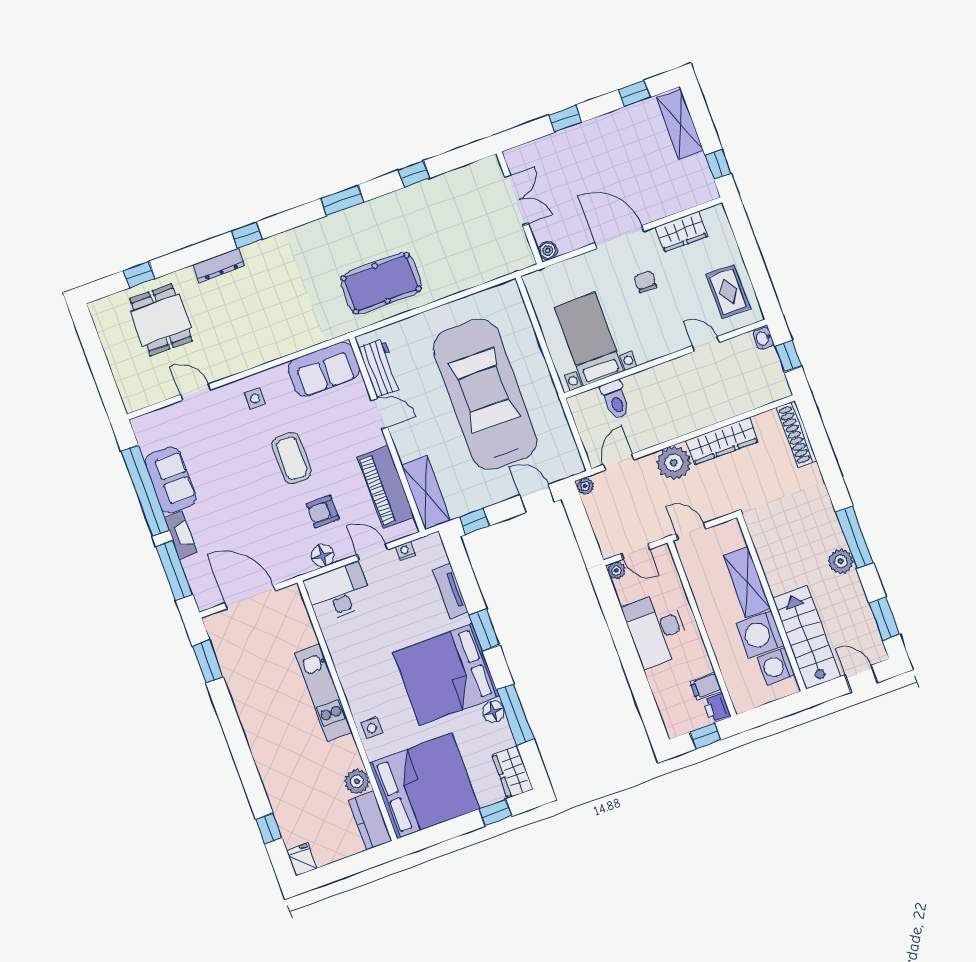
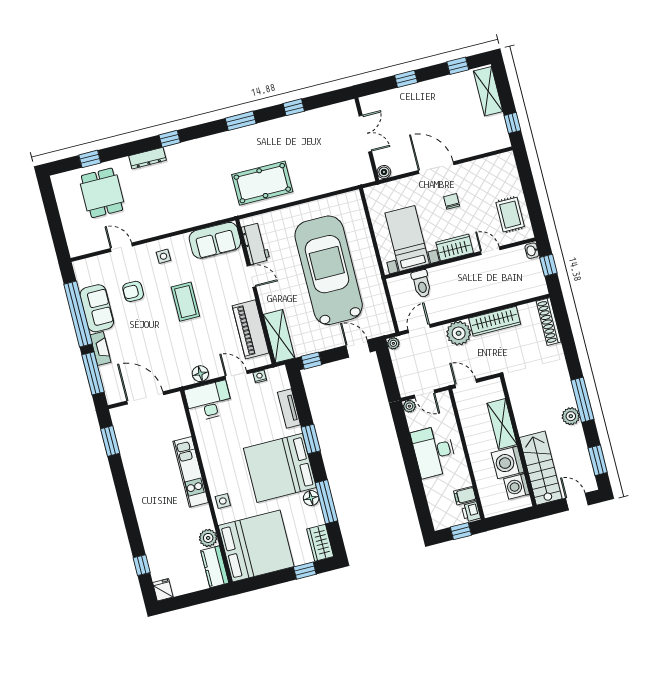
wardrobe: (681, 232) -> (455, 248), moved, turned 180
armchair: (323, 511) -> (133, 291), moved

